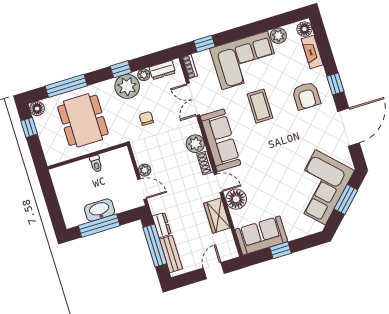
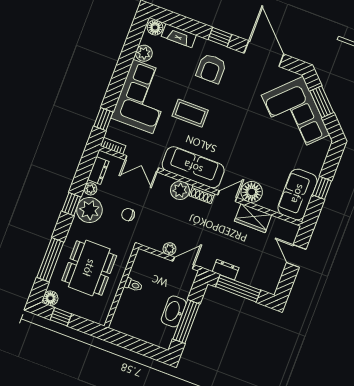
armchair: (306, 96) -> (211, 69), turned 90
dining table: (83, 120) -> (89, 268), turned 90
bench: (171, 254) -> (255, 281), removed

